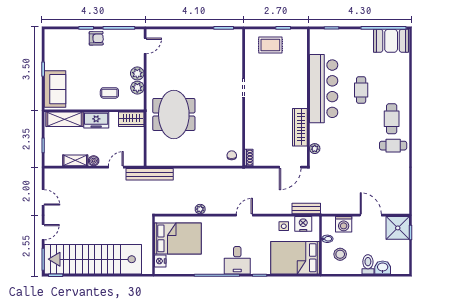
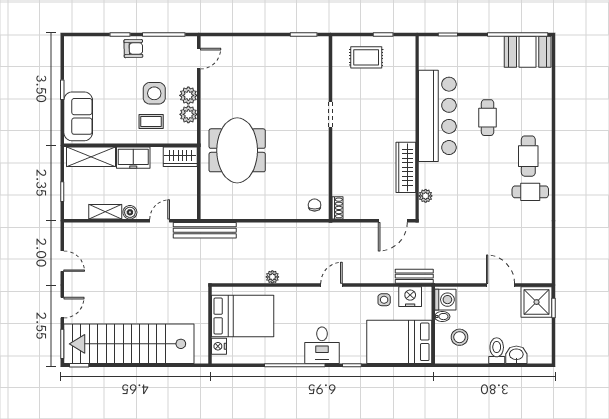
side table: (112, 72) -> (154, 93), added
washing machine: (344, 224) -> (445, 300), moved, turned -90

